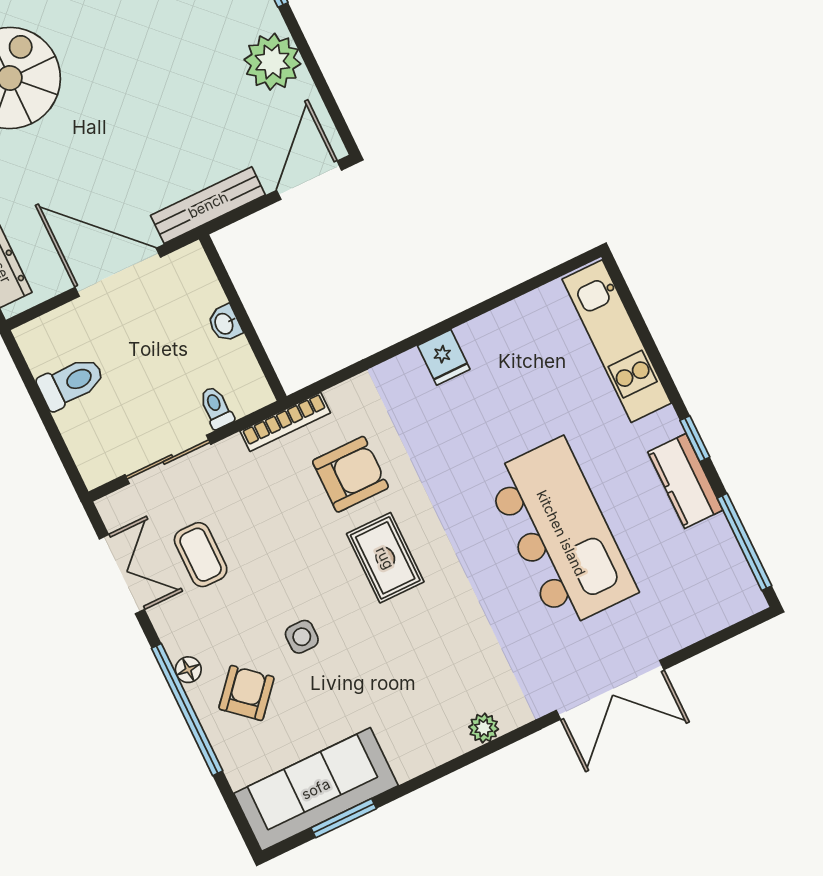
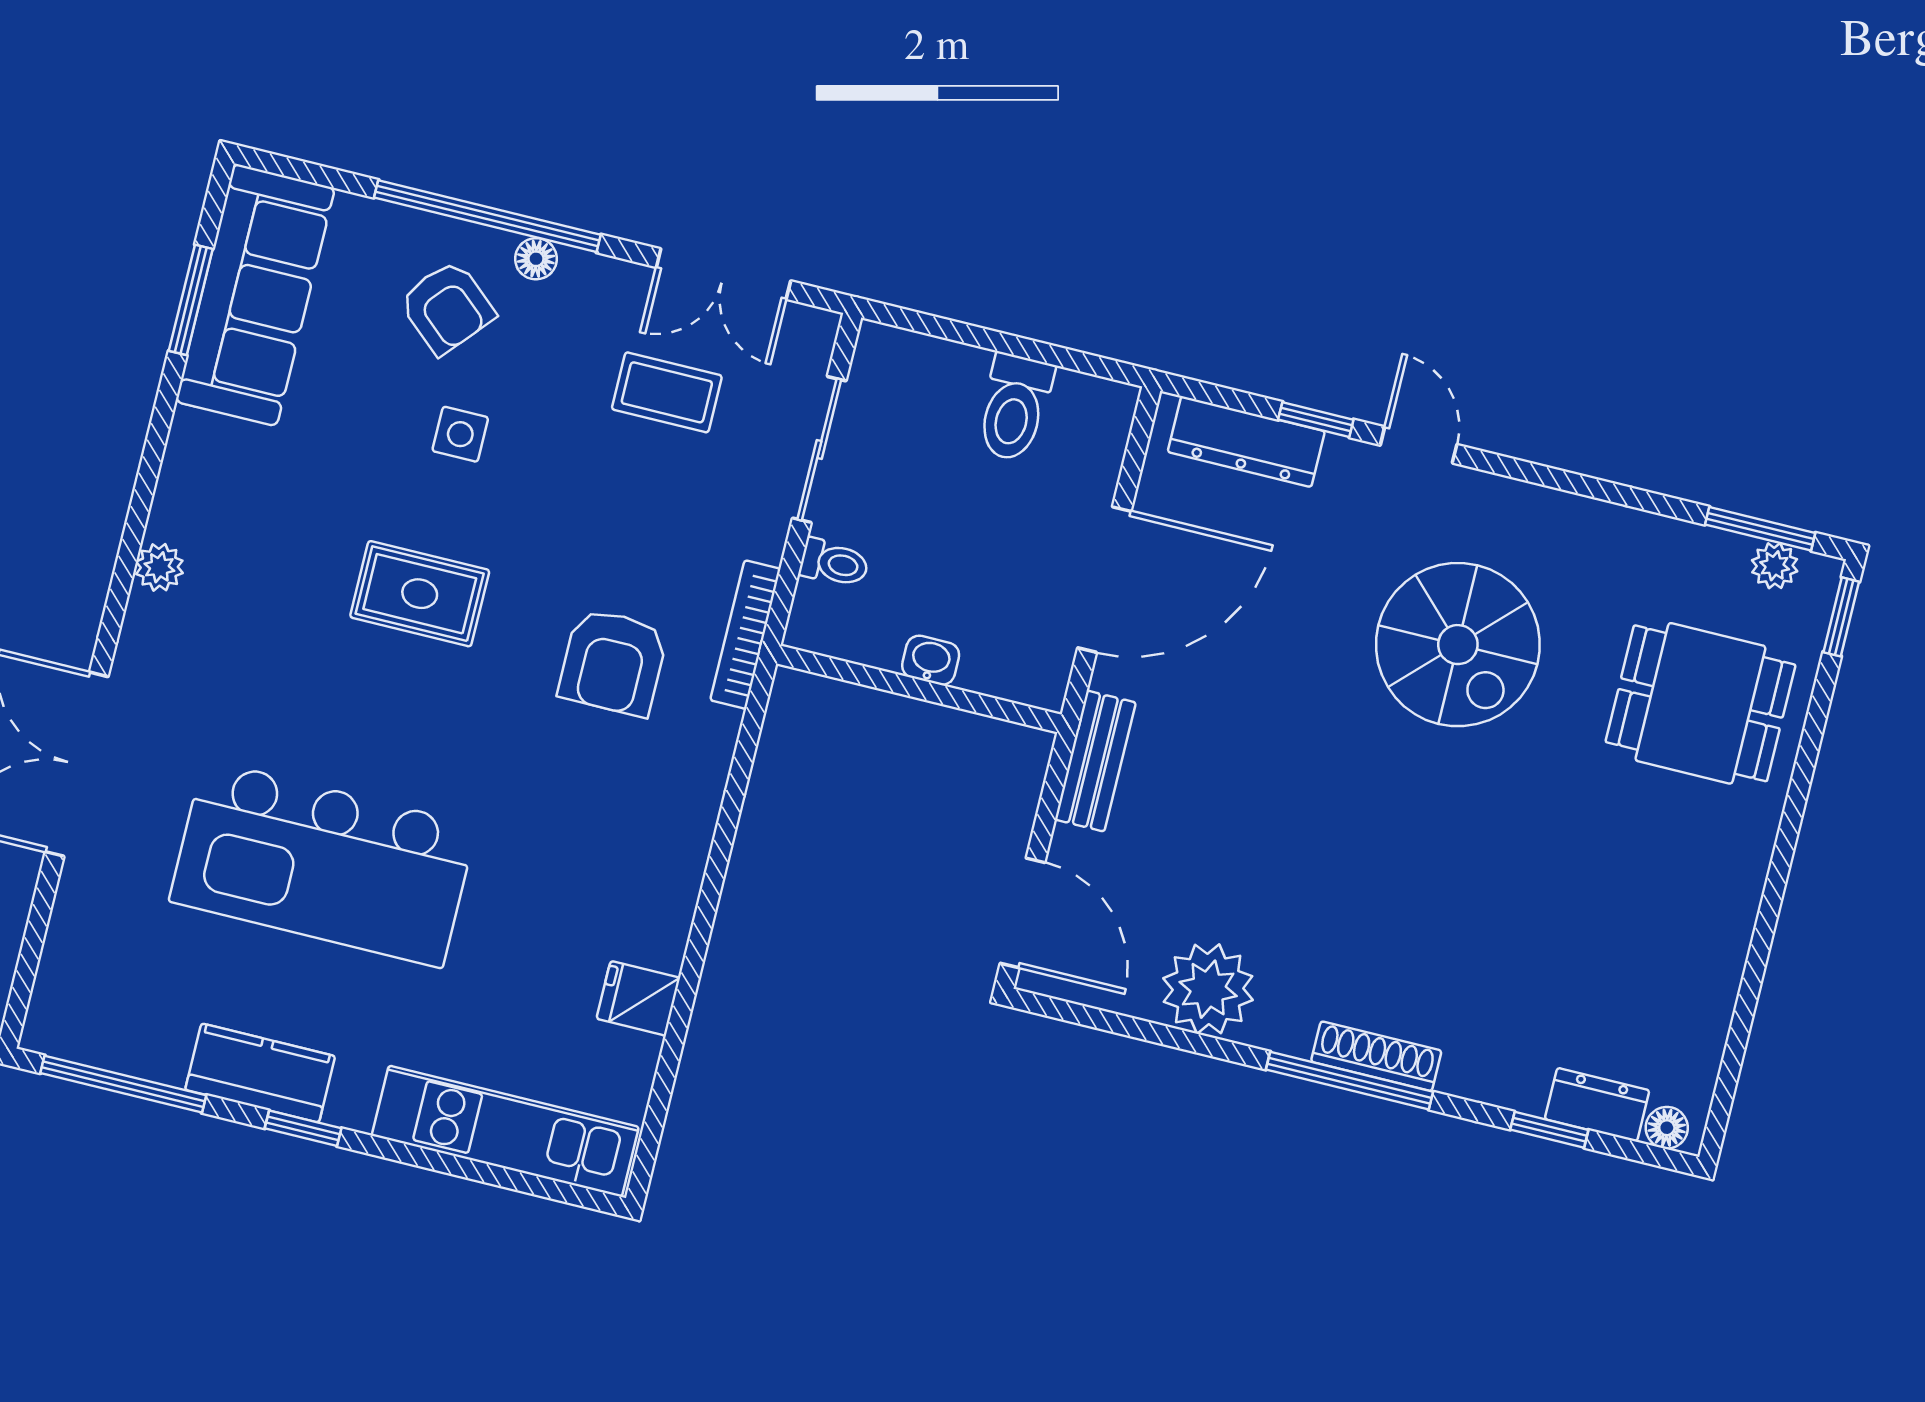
bench: (208, 205) -> (1095, 761), width x0.73
fridge: (444, 357) -> (638, 998), moved
rug: (385, 558) -> (420, 594), moved

